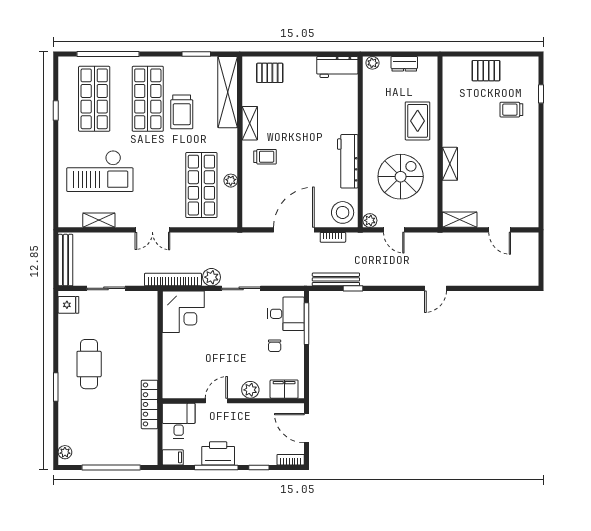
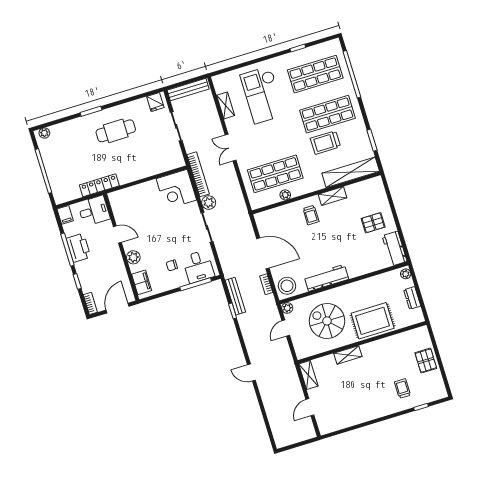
pallet: (270, 73) -> (373, 223), moved, turned 90
rug: (418, 121) -> (373, 321), width x1.36, depth x1.43
spiral stairs: (401, 177) -> (327, 321), turned 180

